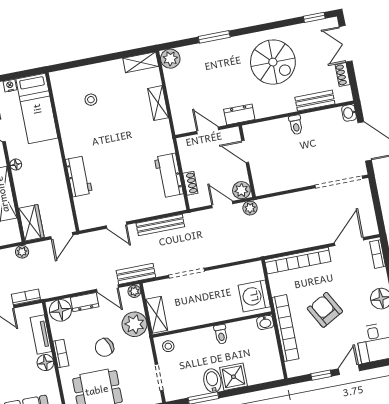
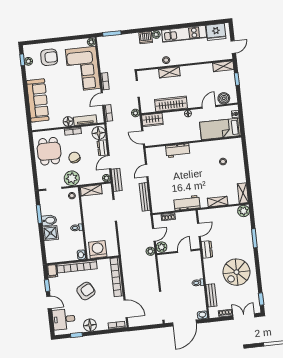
workbench: (169, 175) -> (187, 203), moved
plant: (135, 324) -> (72, 178), moved
filing cabinet: (296, 369) -> (52, 271), added

